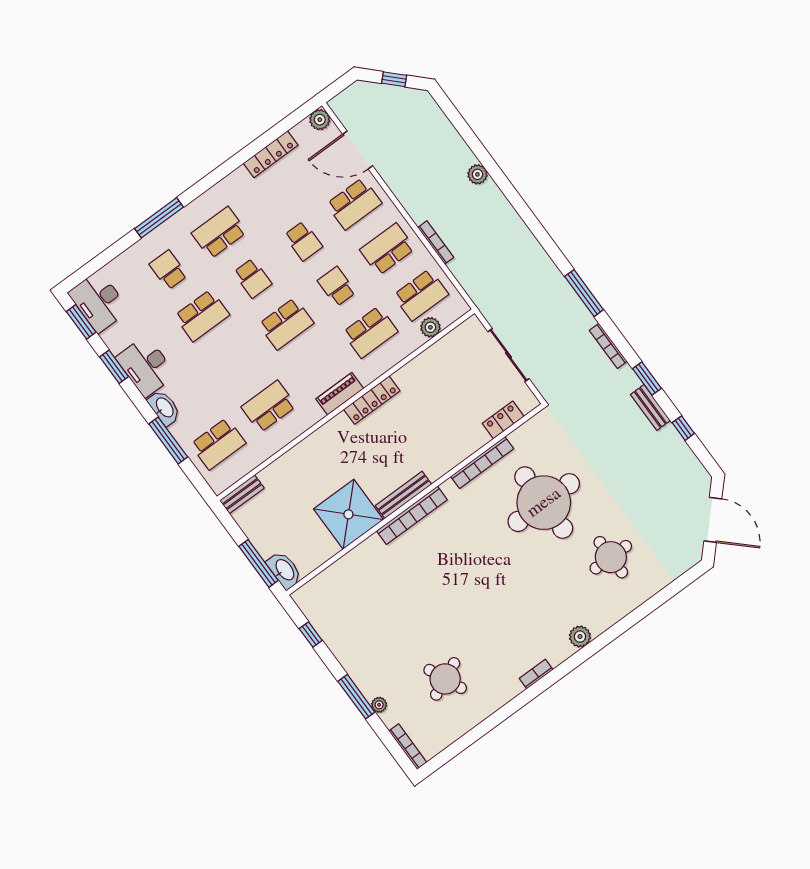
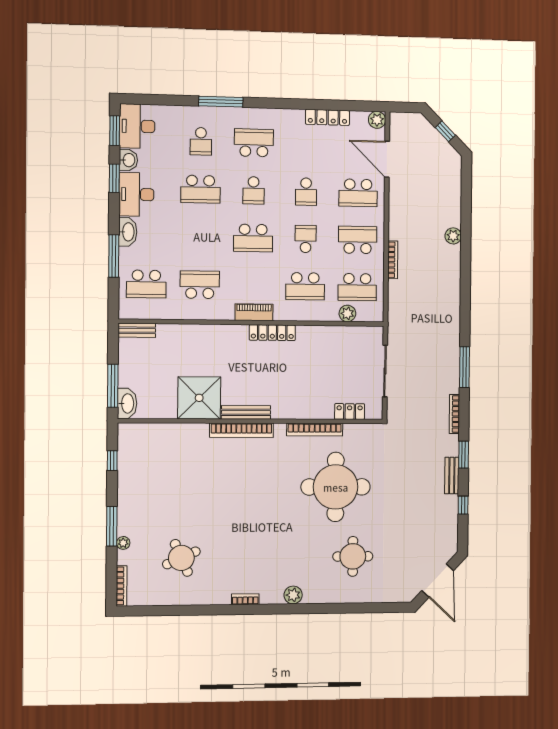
school desk: (168, 270) -> (201, 141), turned 180
washbasin: (114, 340) -> (128, 160), added

